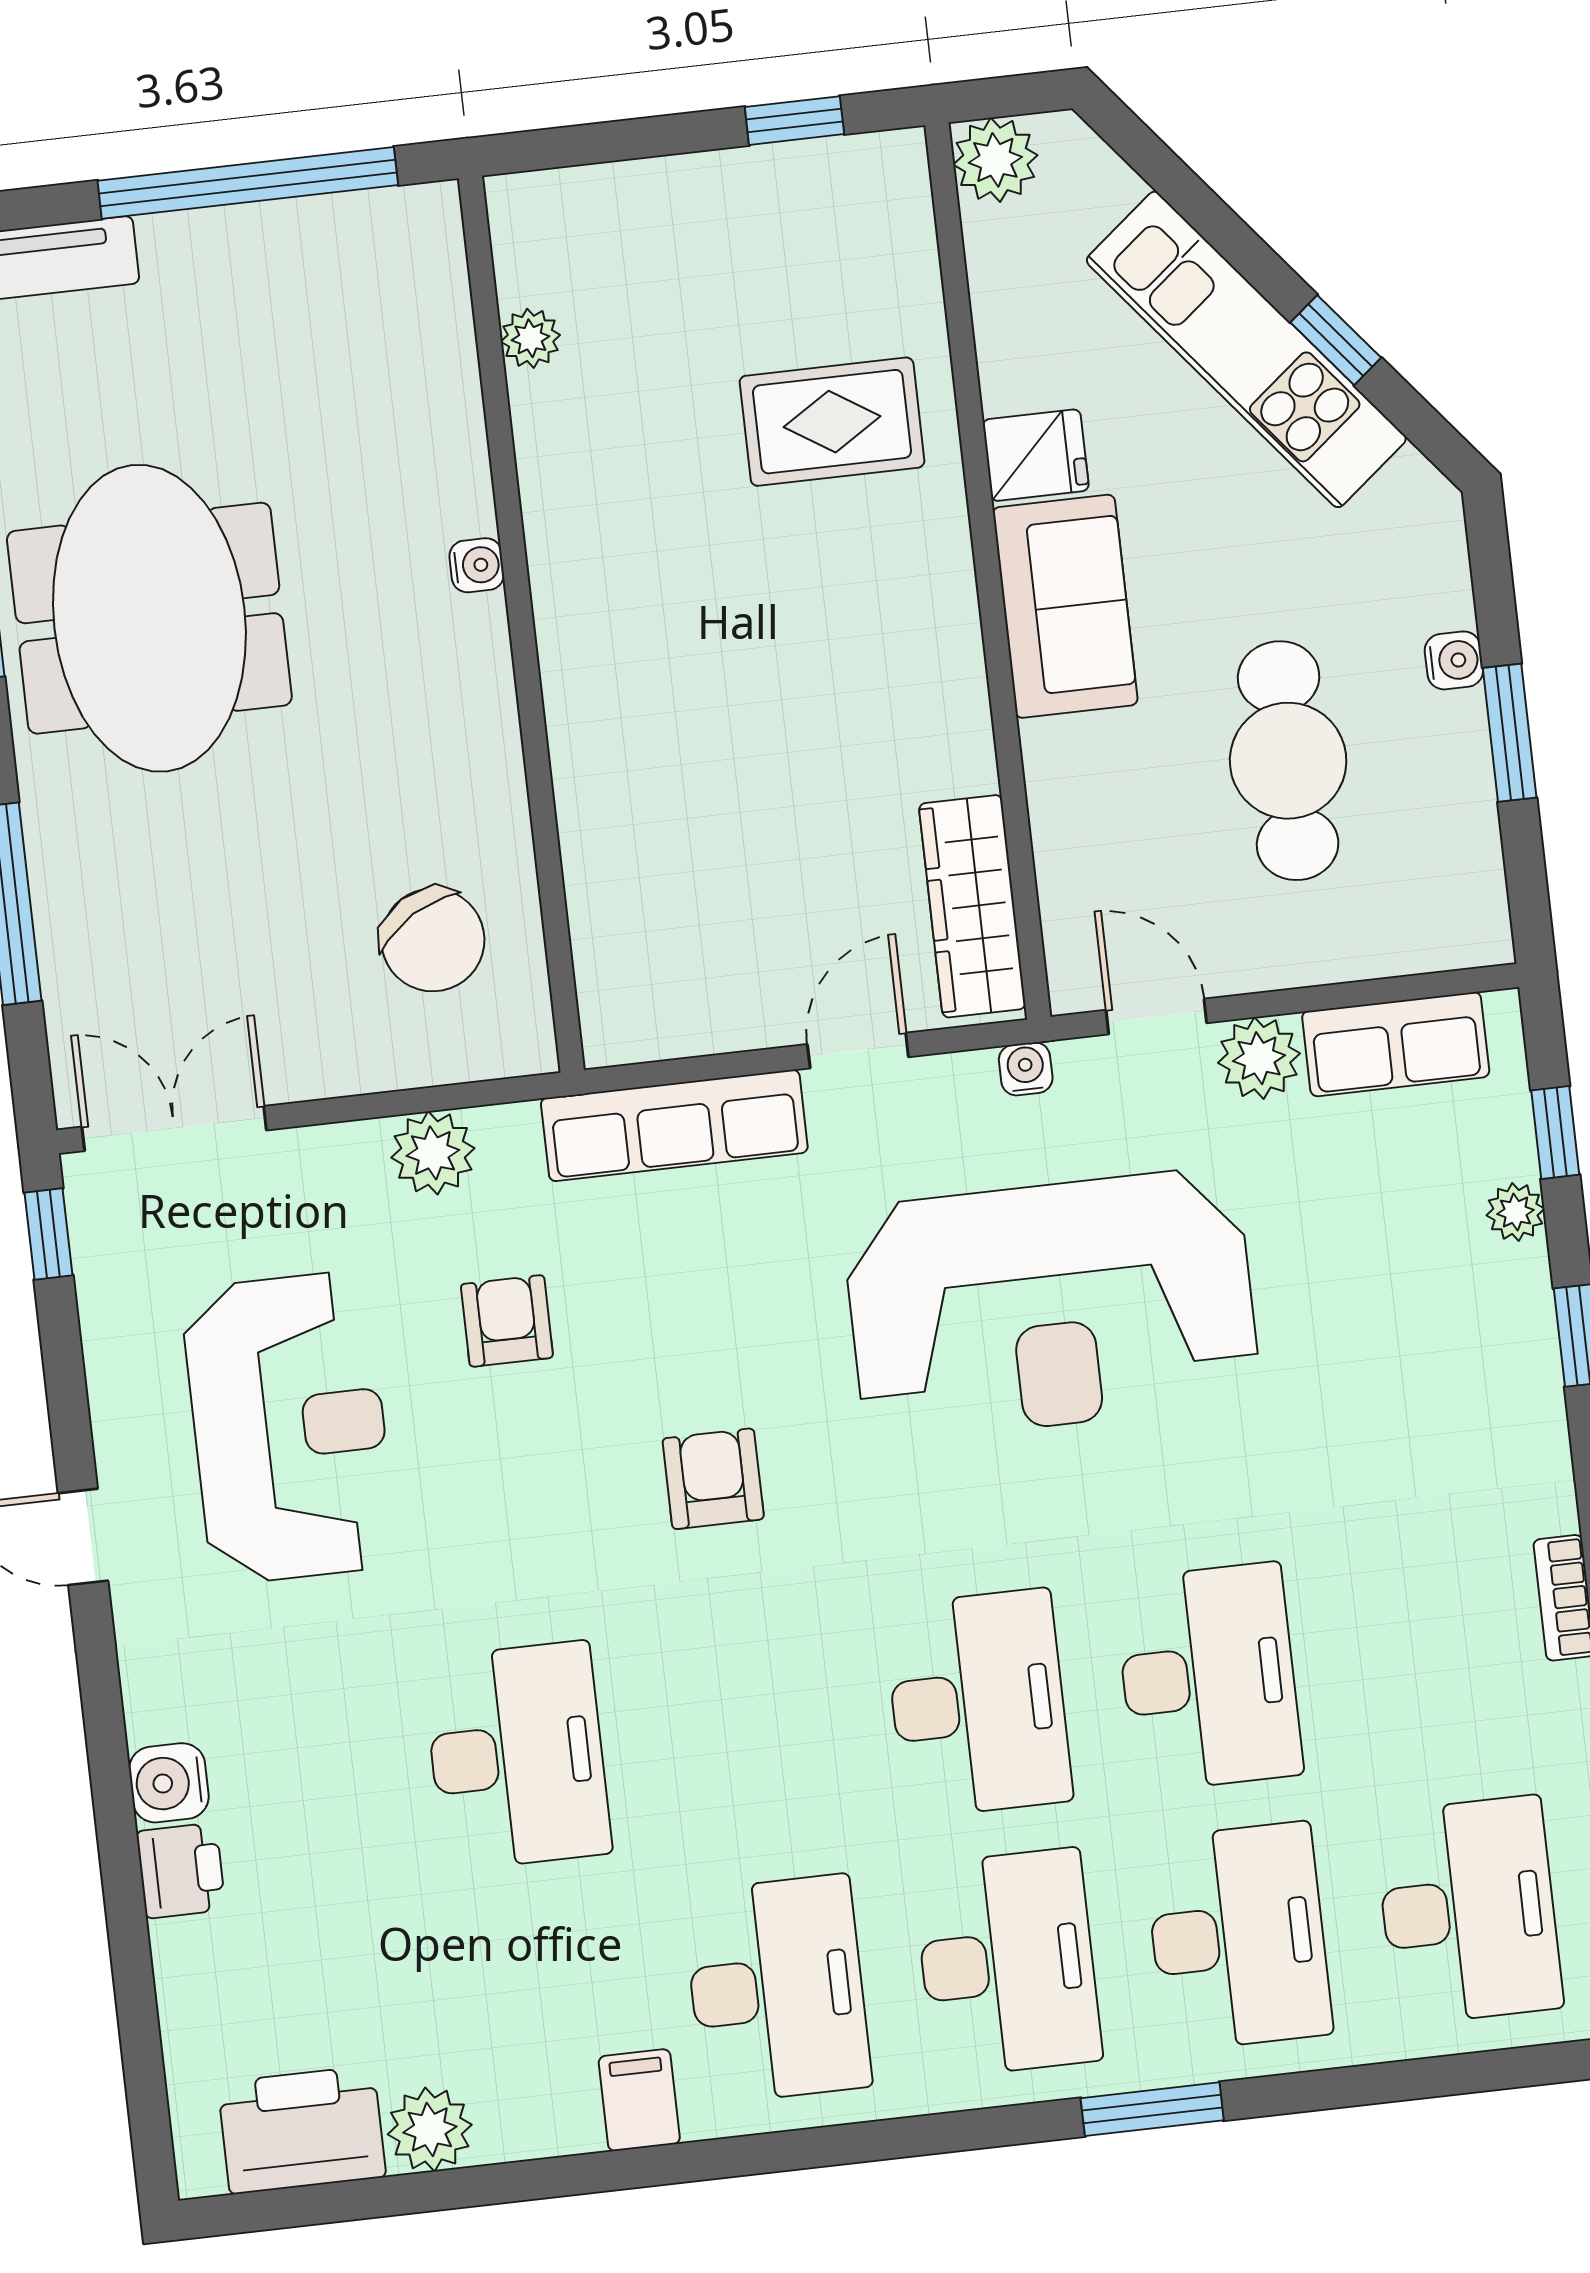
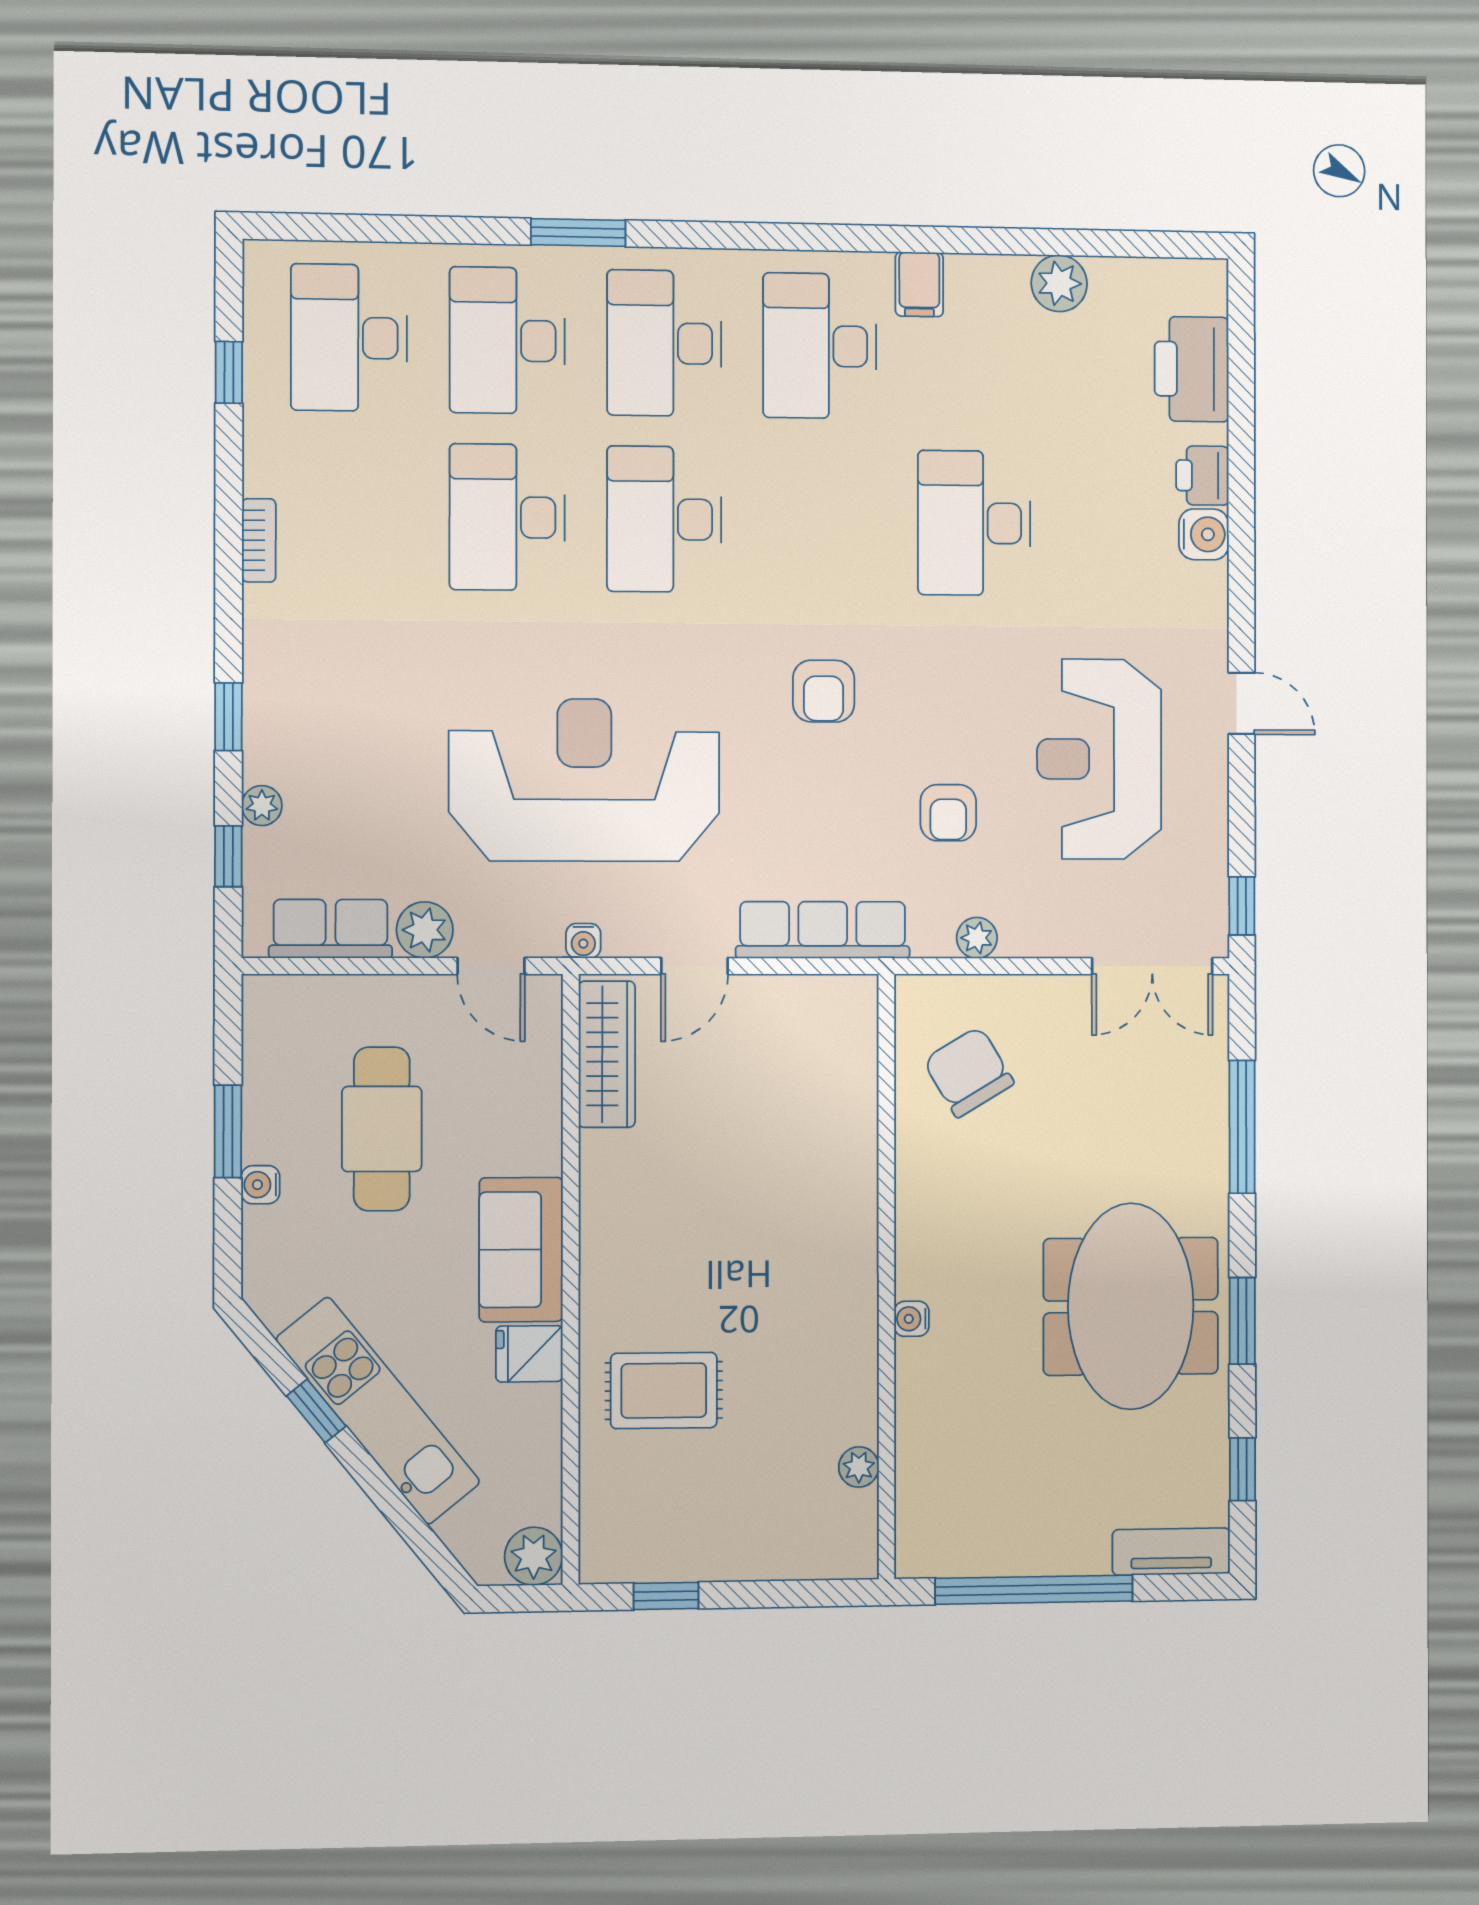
plant: (433, 1153) -> (977, 938), width x0.73, depth x0.73
printer: (302, 2130) -> (1192, 369), moved, turned 90

